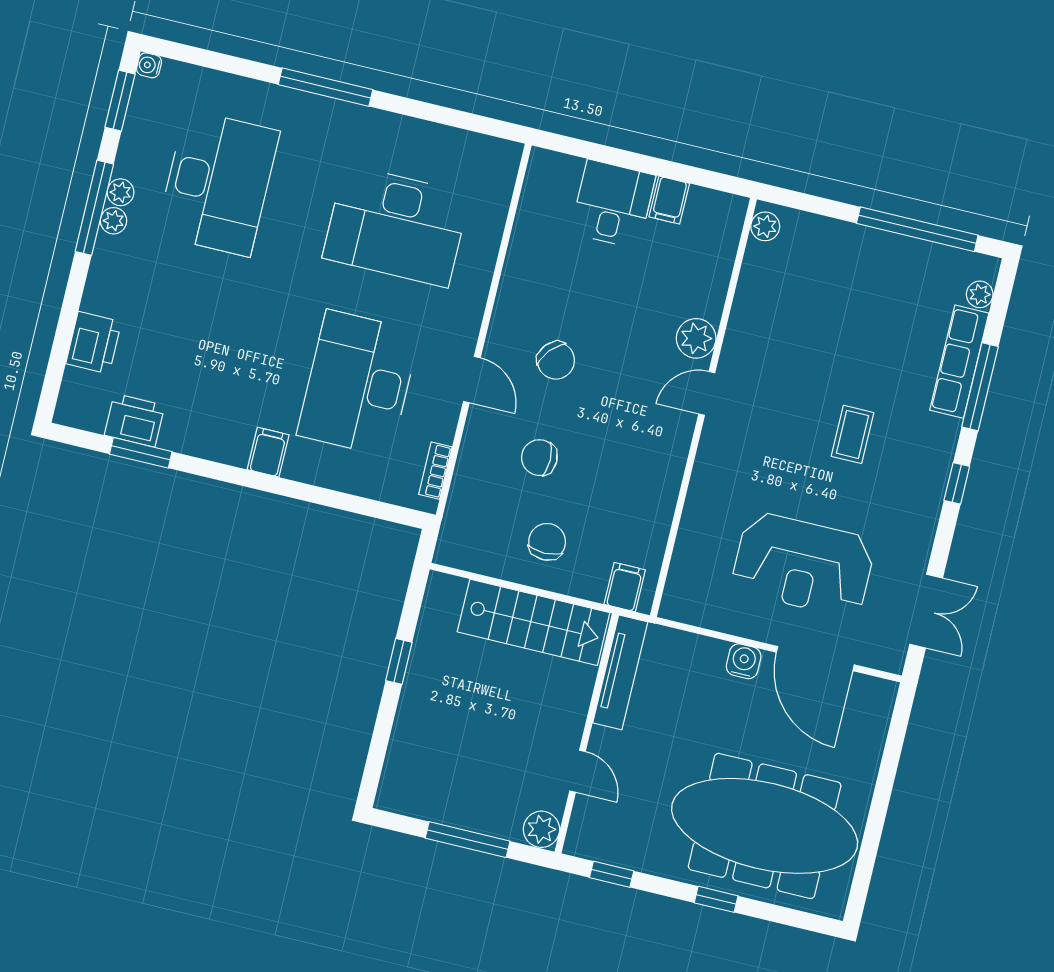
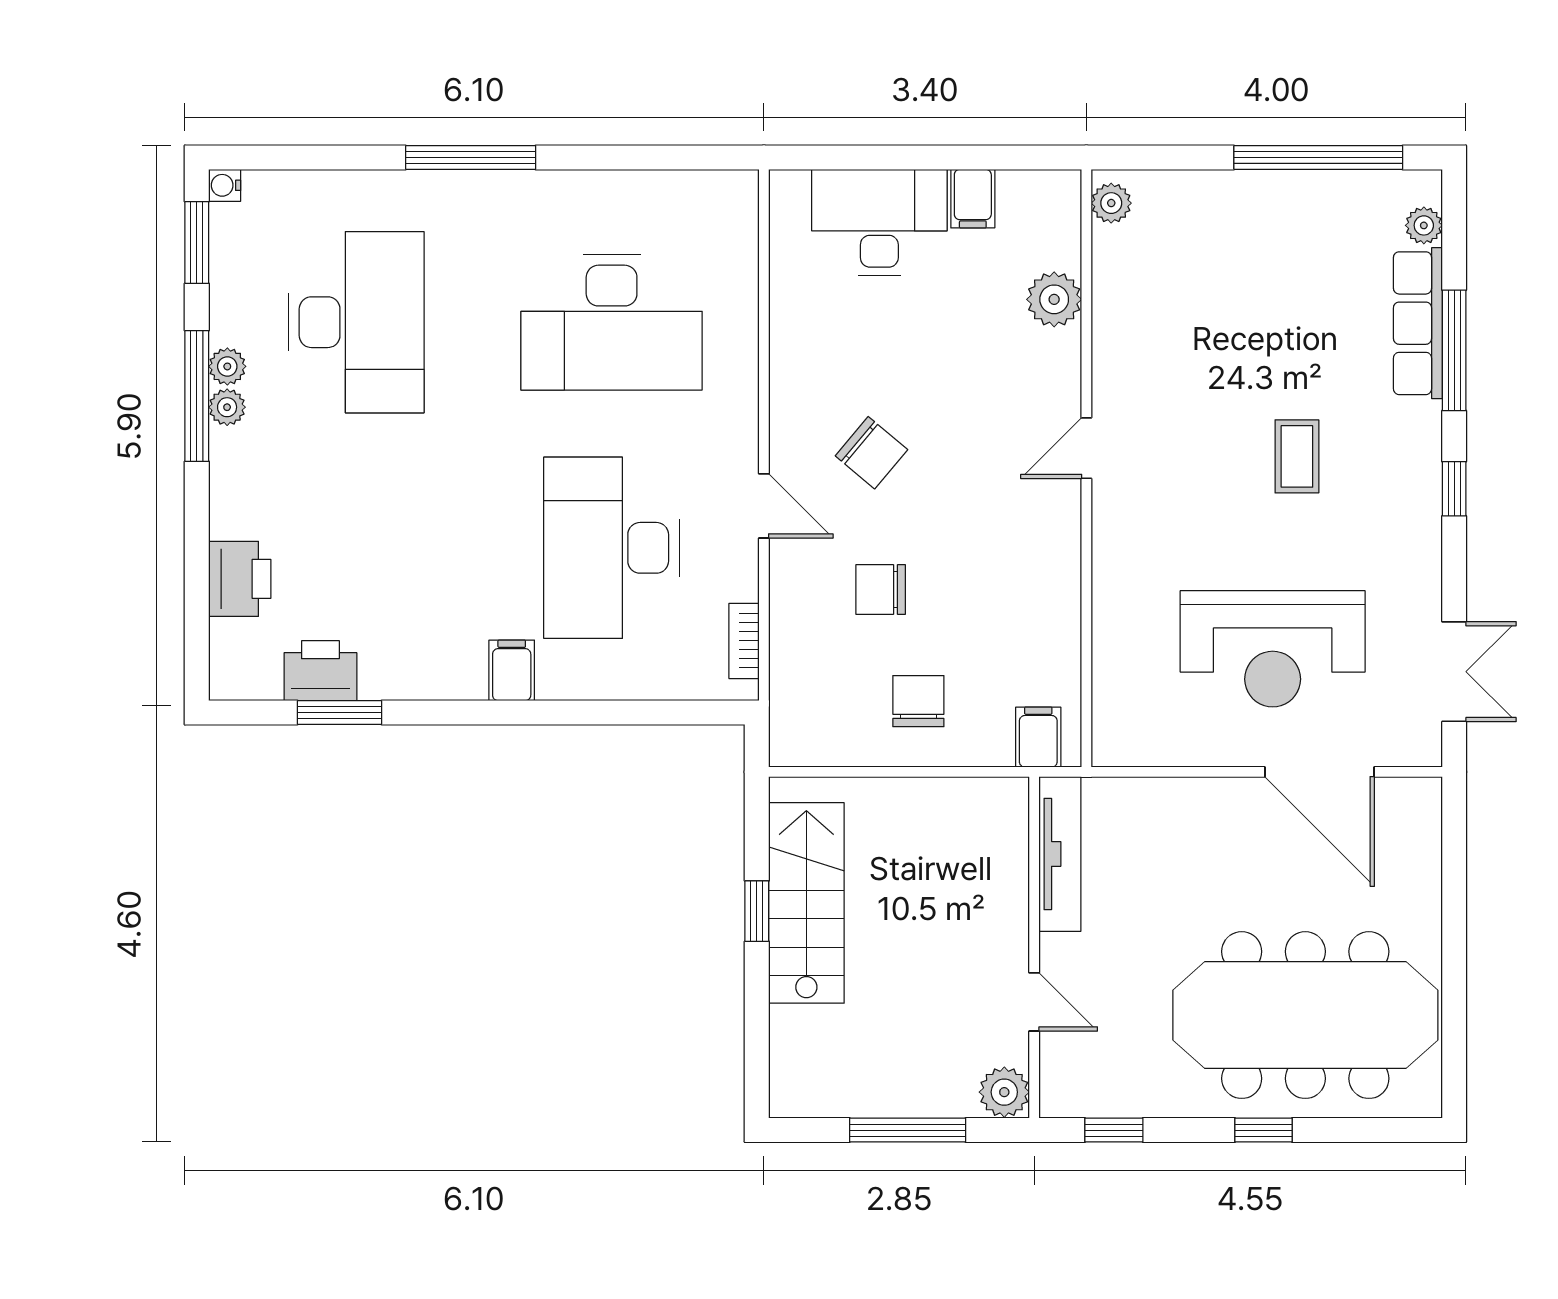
desk: (613, 204) -> (879, 222), width x1.37
plant: (696, 338) -> (1054, 299), moved
stairs: (534, 622) -> (806, 903), moved, turned -90
water cooler: (744, 661) -> (1223, 799), removed

